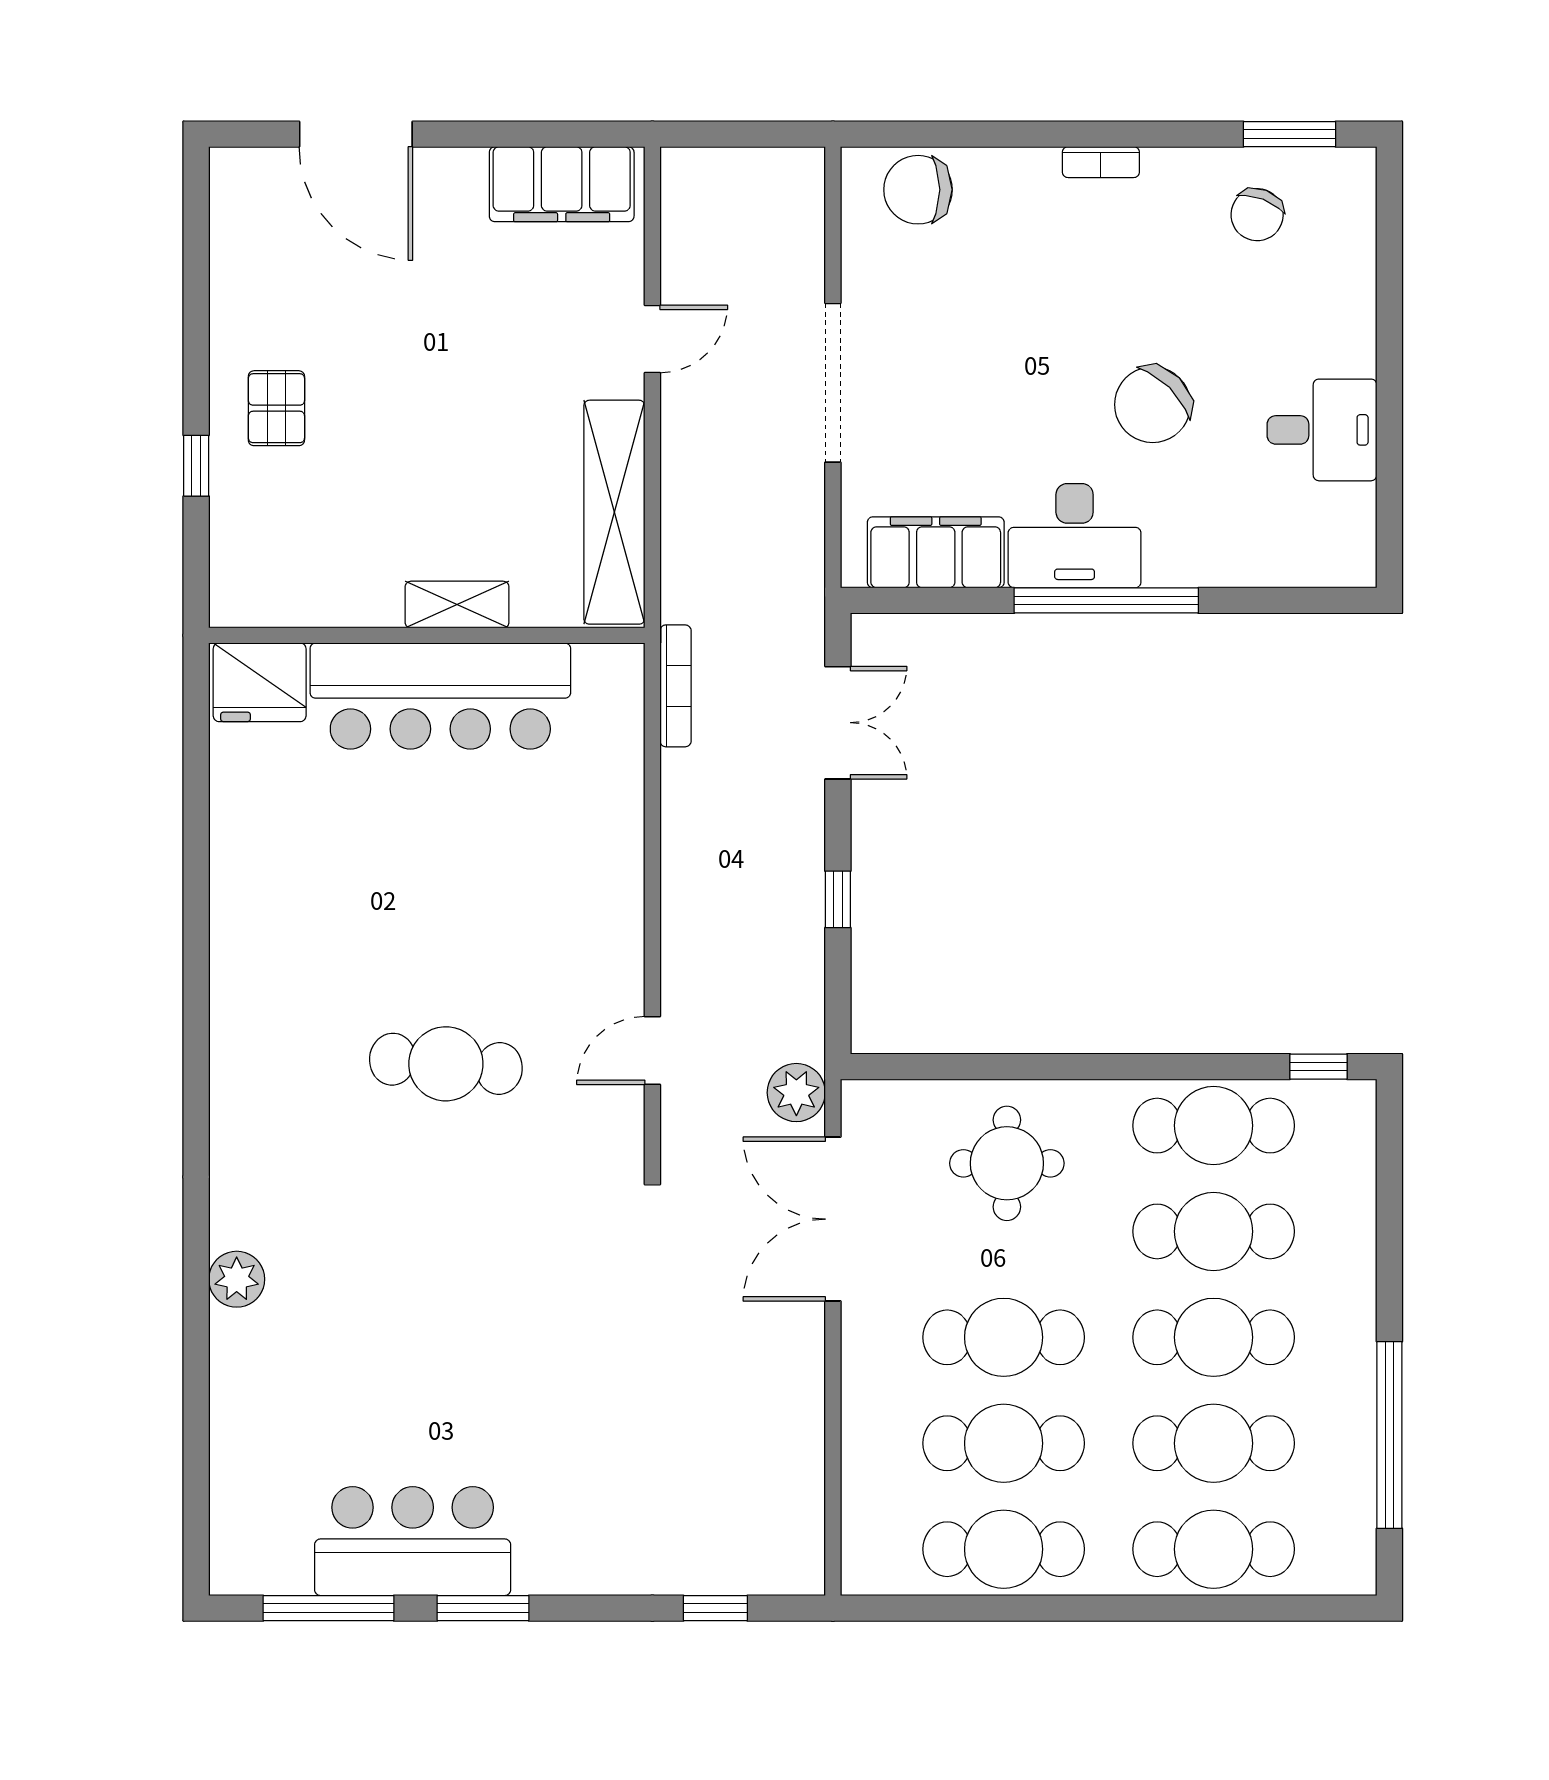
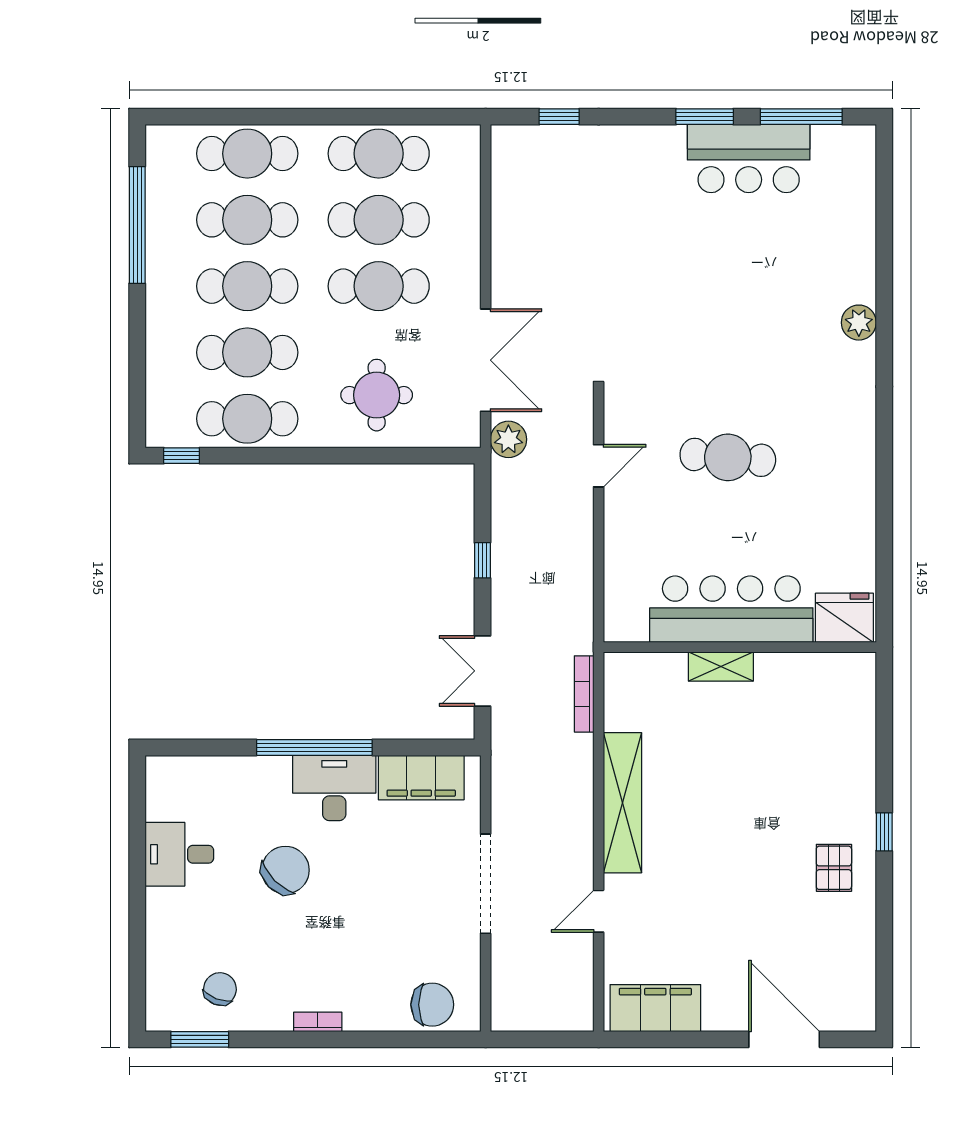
shelving: (457, 605) -> (721, 666), moved
wall: (427, 635) -> (740, 647), moved
fridge: (260, 682) -> (844, 618), moved
bar counter: (440, 696) -> (731, 609), moved

